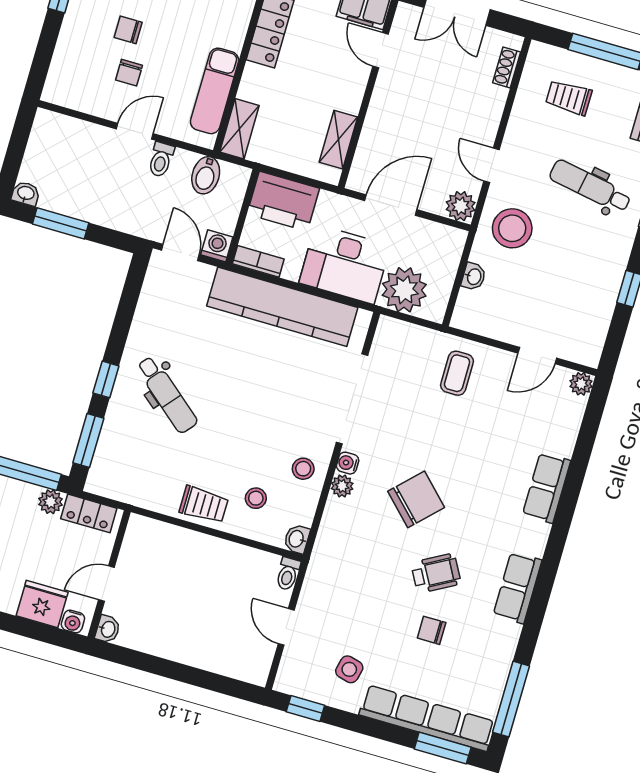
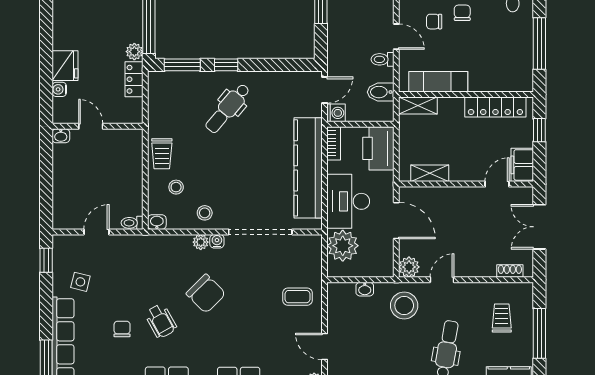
wall: (109, 574) -> (97, 126), moved
door: (106, 584) -> (91, 126), moved
washbasin: (108, 629) -> (61, 136), moved

